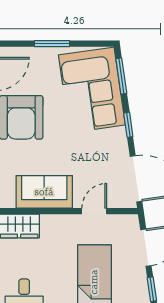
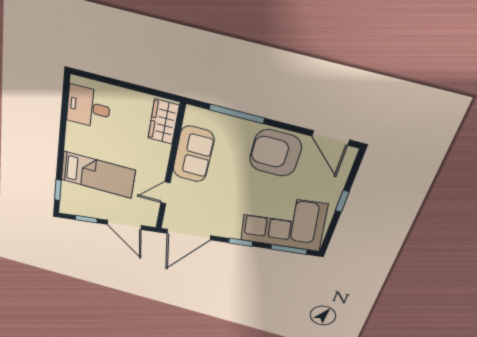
window: (52, 44) -> (342, 201), width x0.67
door: (94, 211) -> (165, 193), swing flipped

